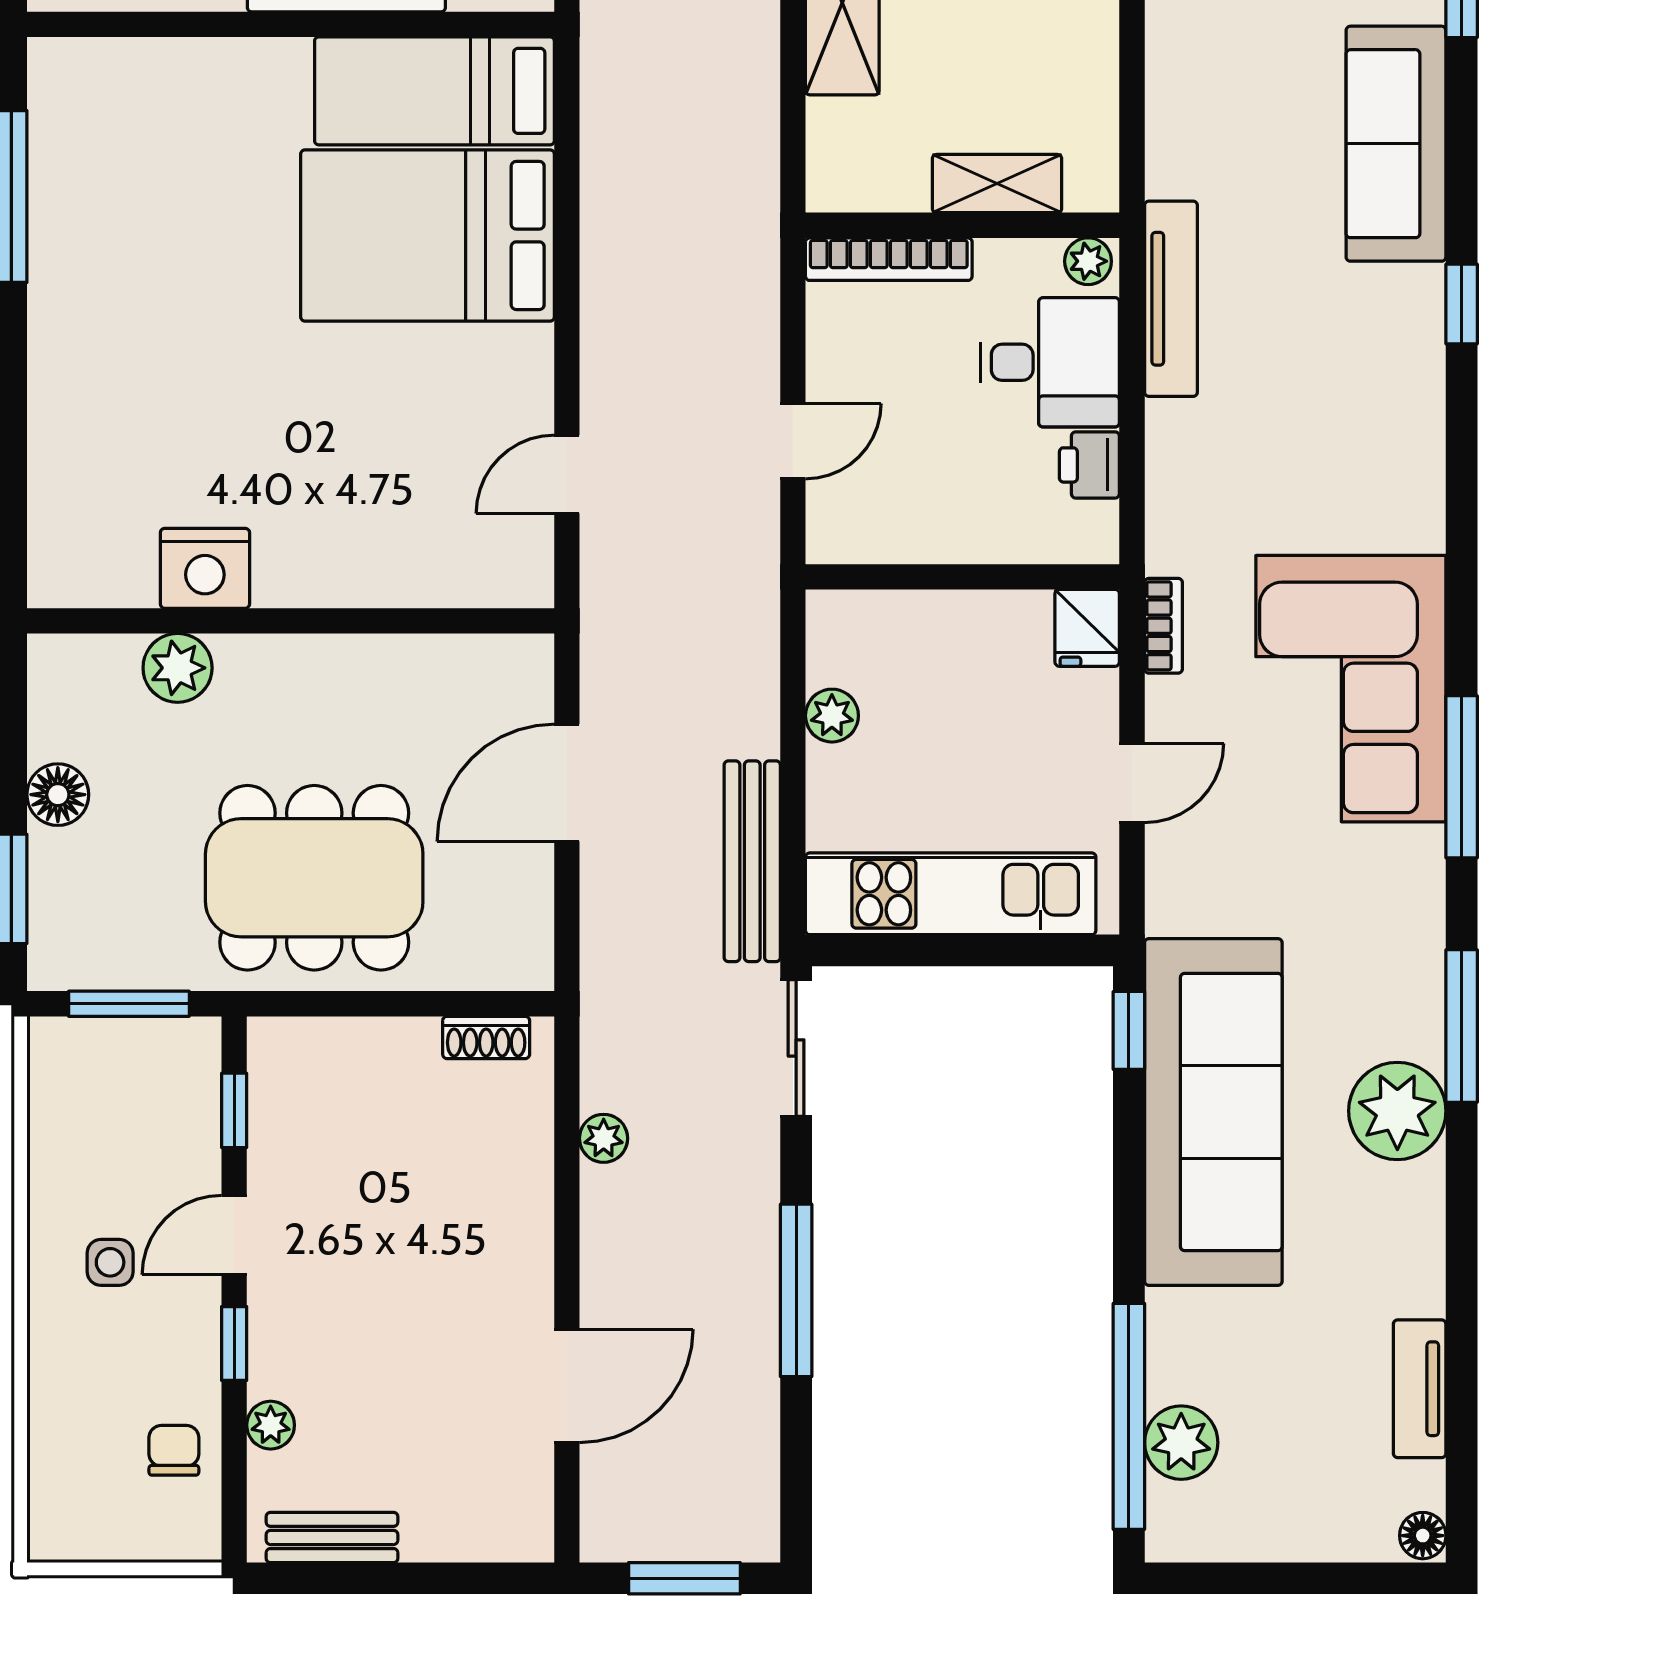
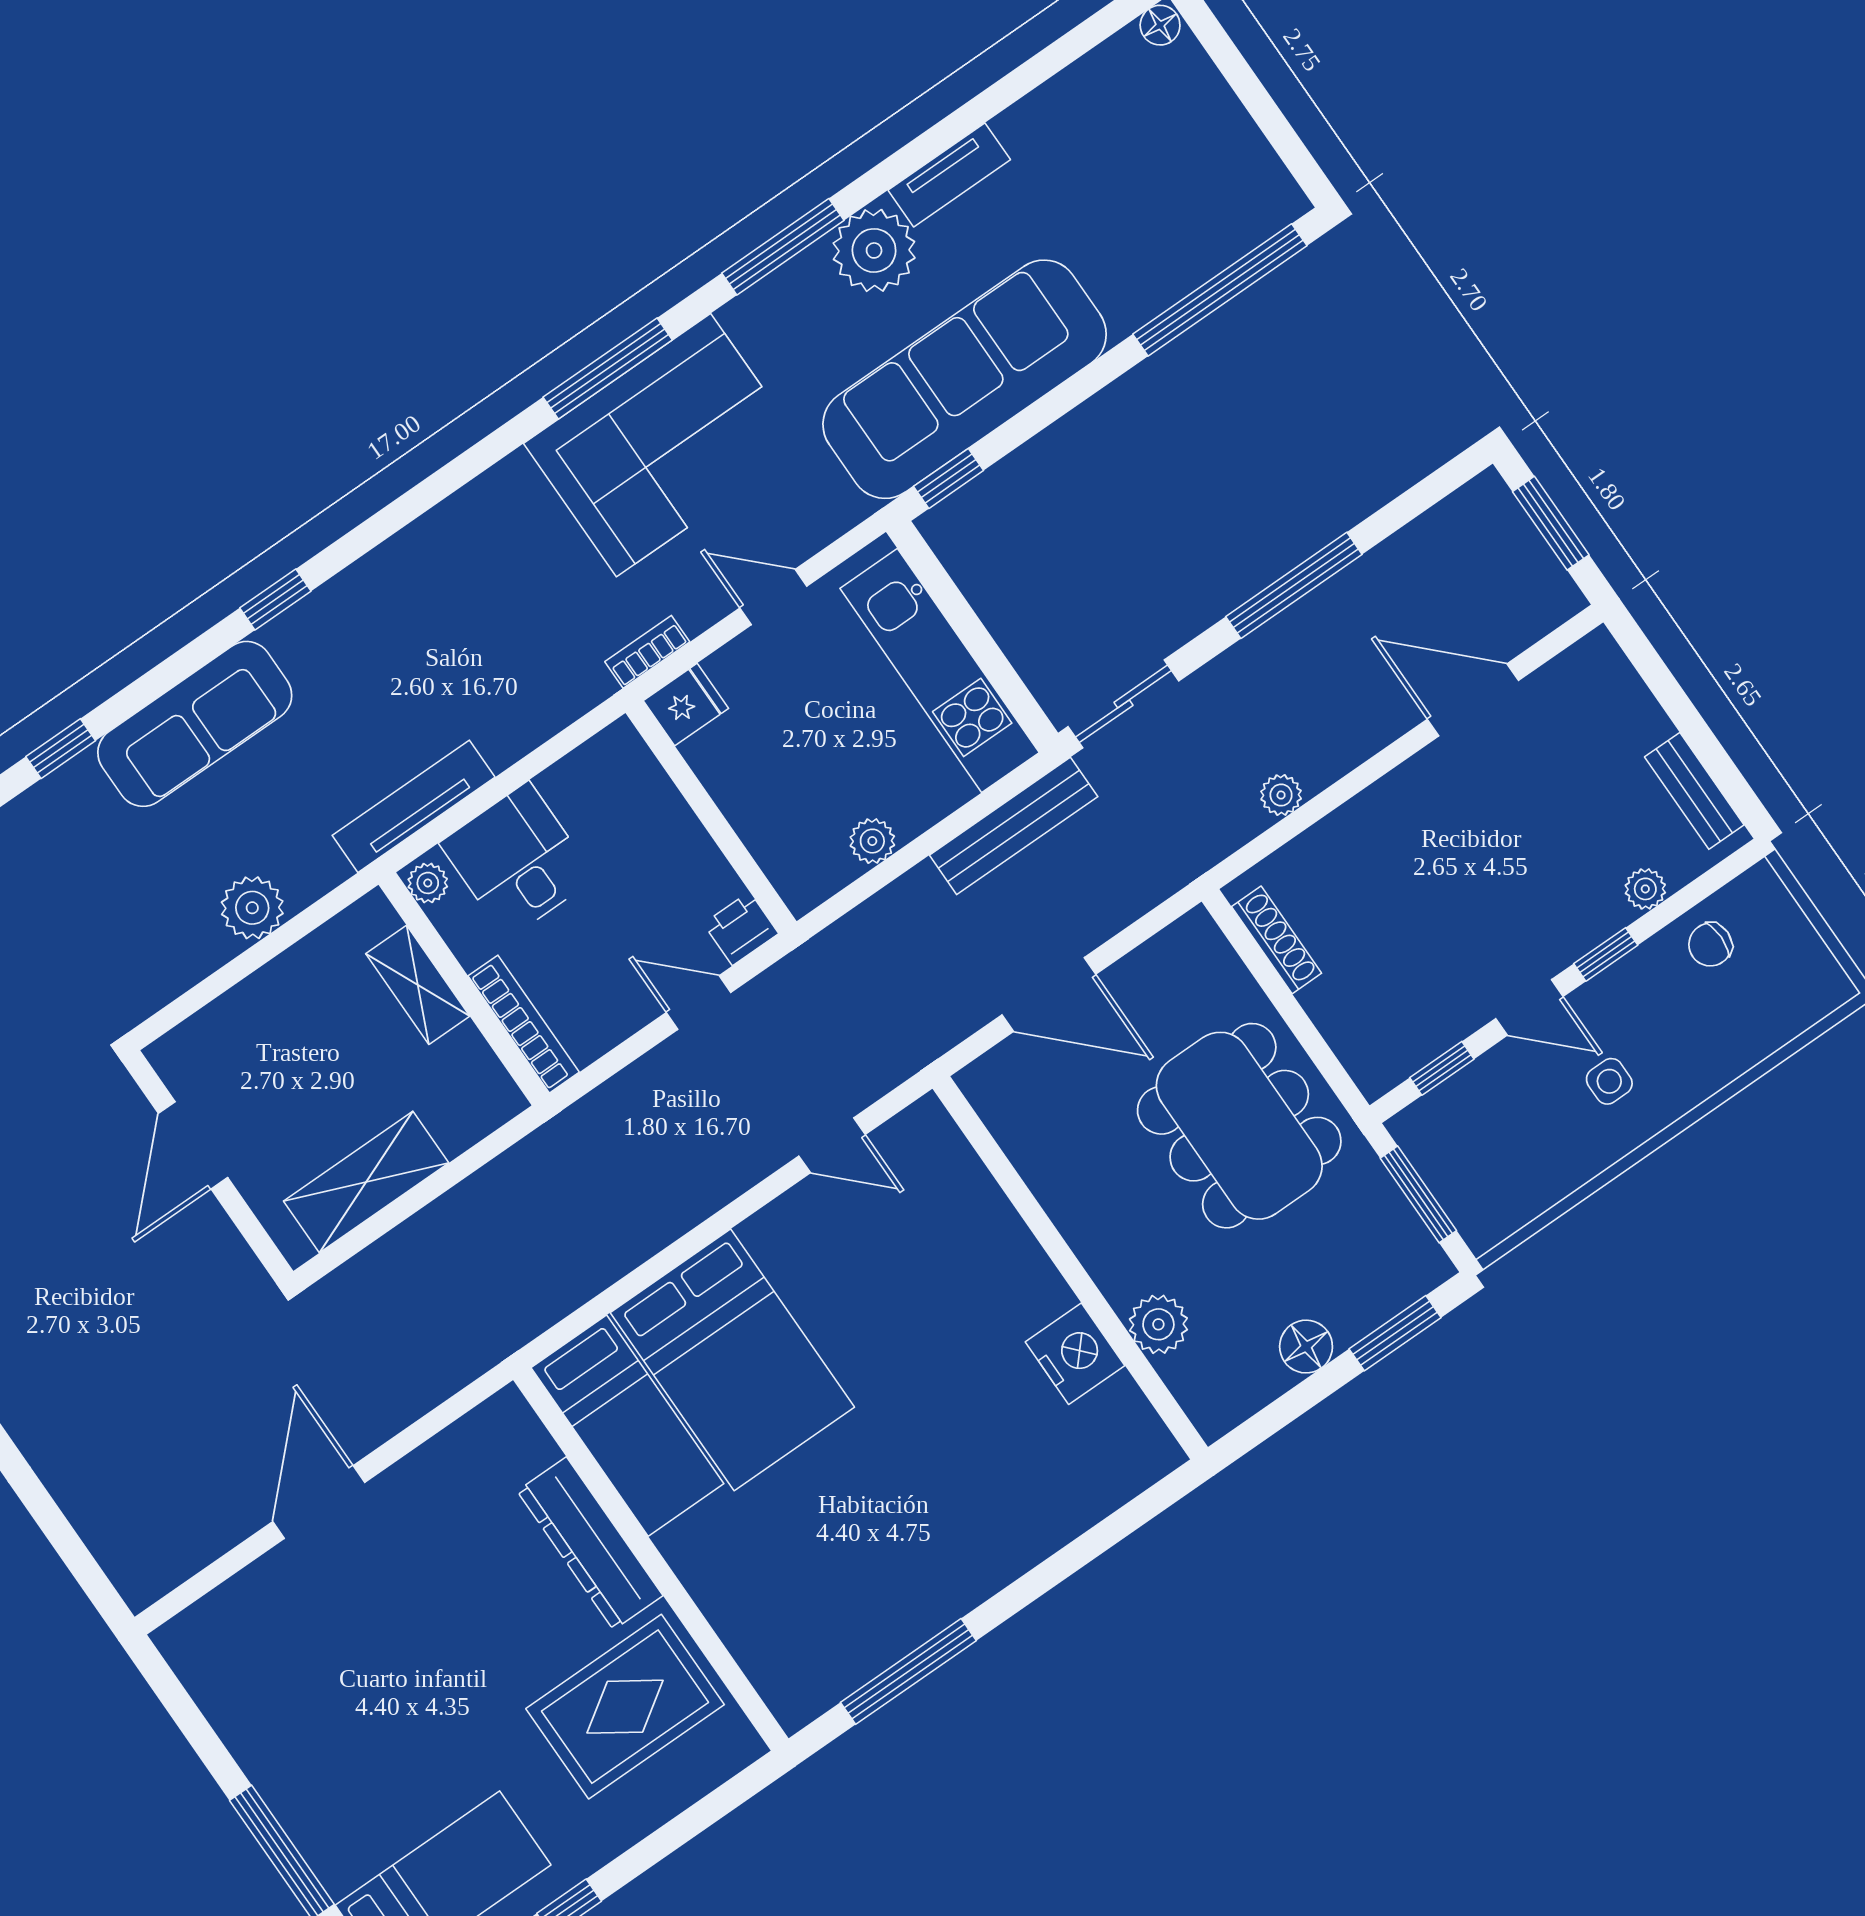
printer: (1089, 465) -> (741, 929), moved, turned 180
corner sofa: (1351, 689) -> (664, 445), moved
shoe rack: (486, 1037) -> (1277, 940), width x1.43
tv unit: (1420, 1389) -> (949, 175), moved
plant: (1181, 1443) -> (252, 908), moved

